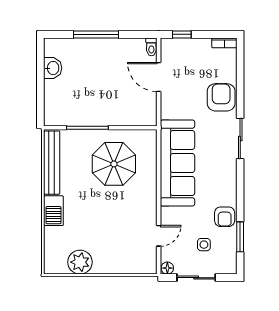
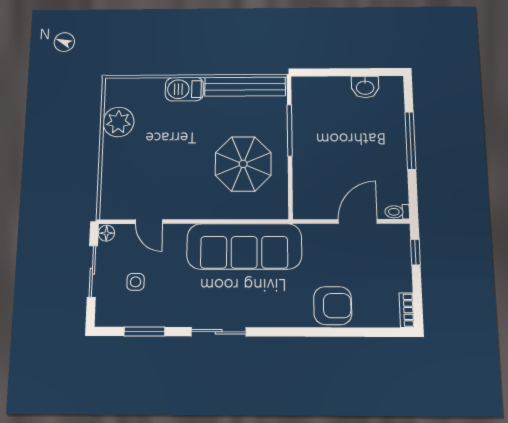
sliding door: (240, 138) -> (219, 332), moved
armchair: (225, 217) -> (172, 310), removed

